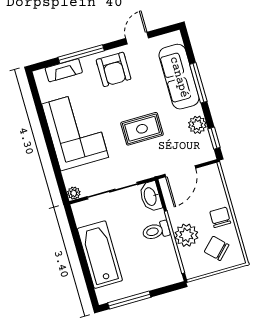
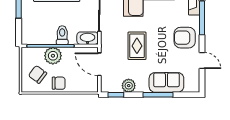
sofa: (179, 77) -> (166, 82), width x0.73
chair: (217, 248) -> (38, 74), turned -98

